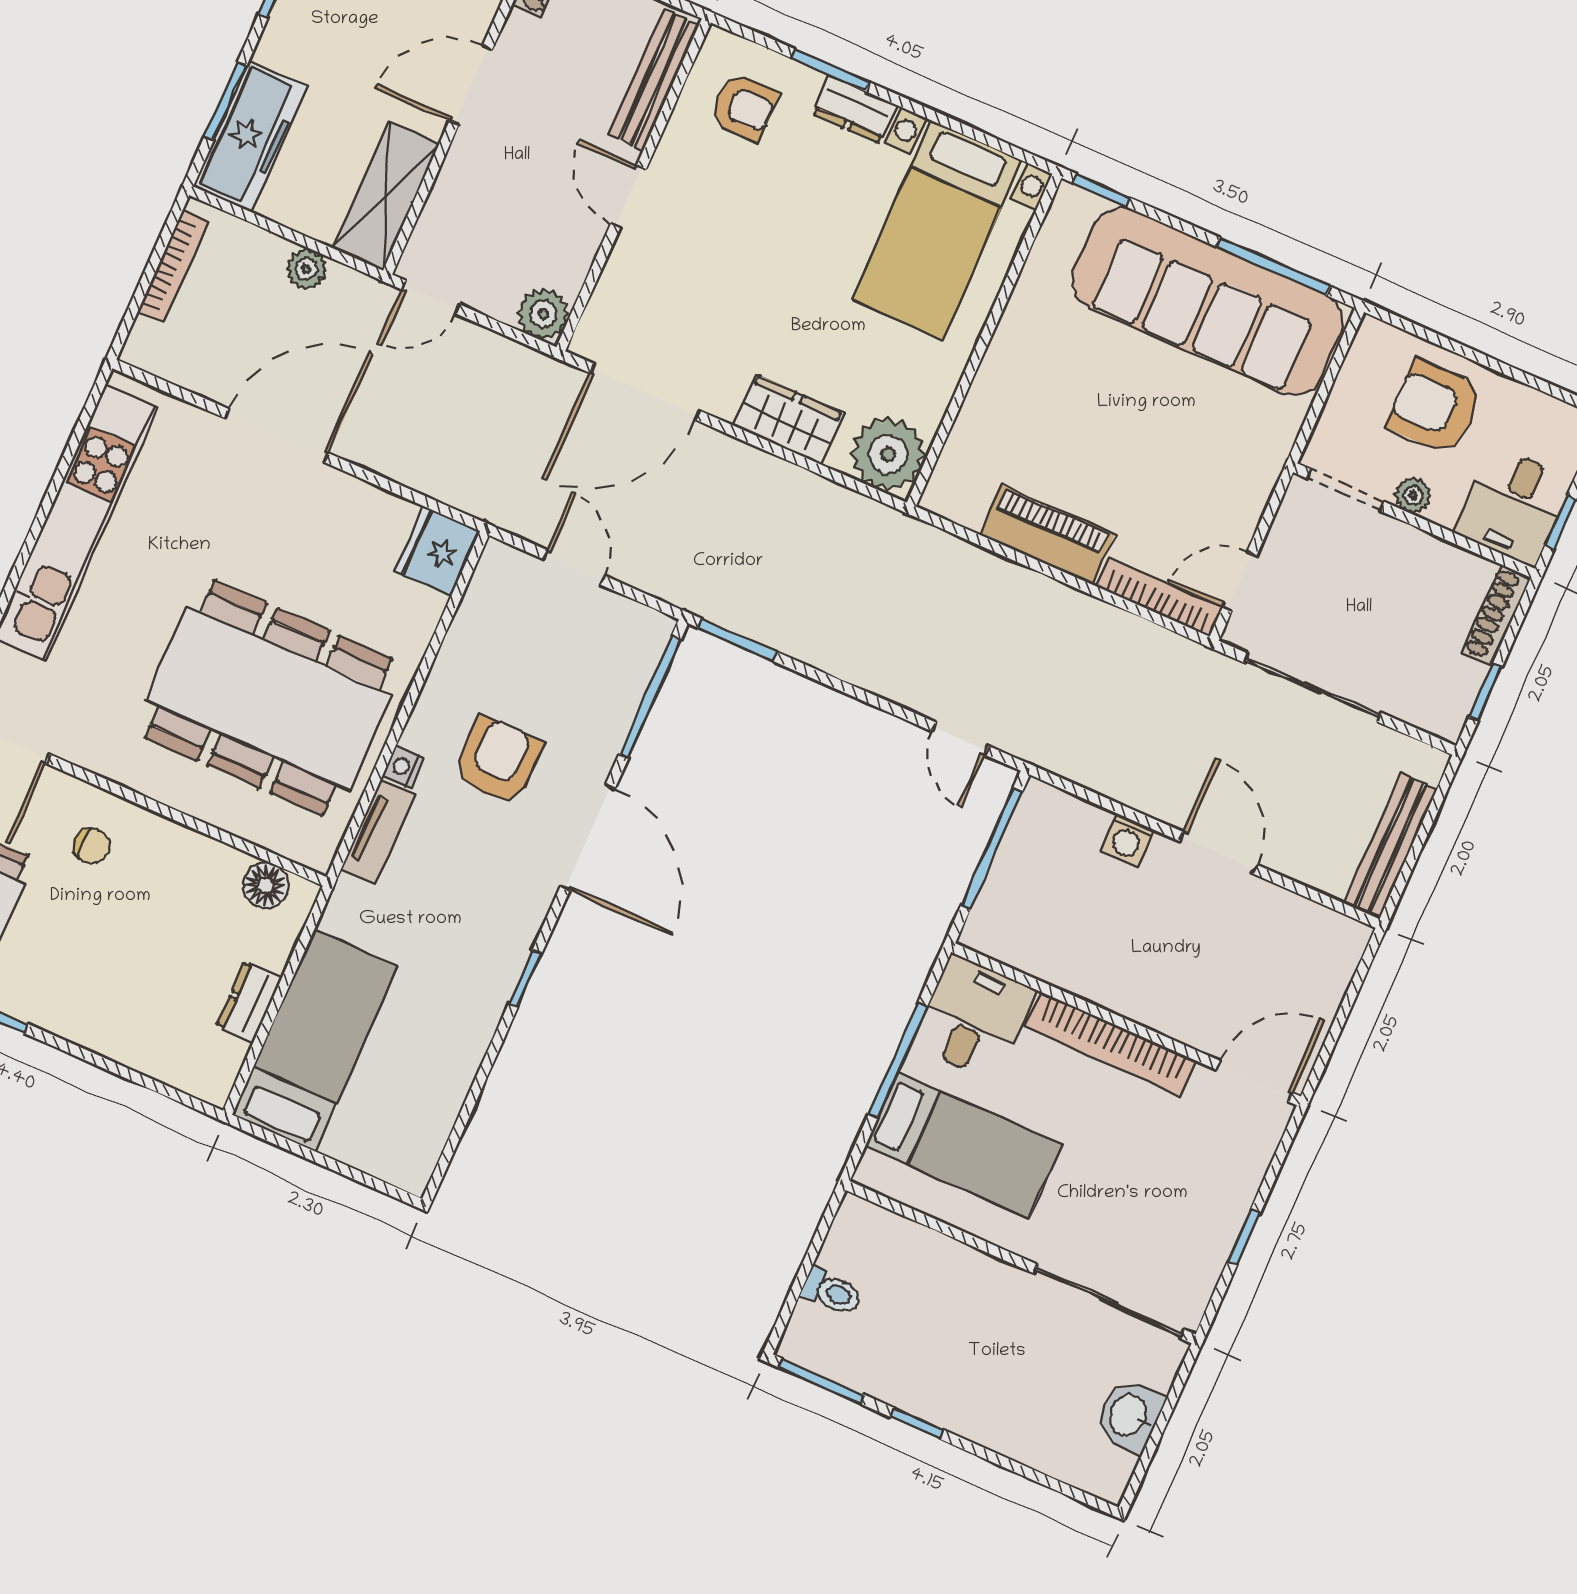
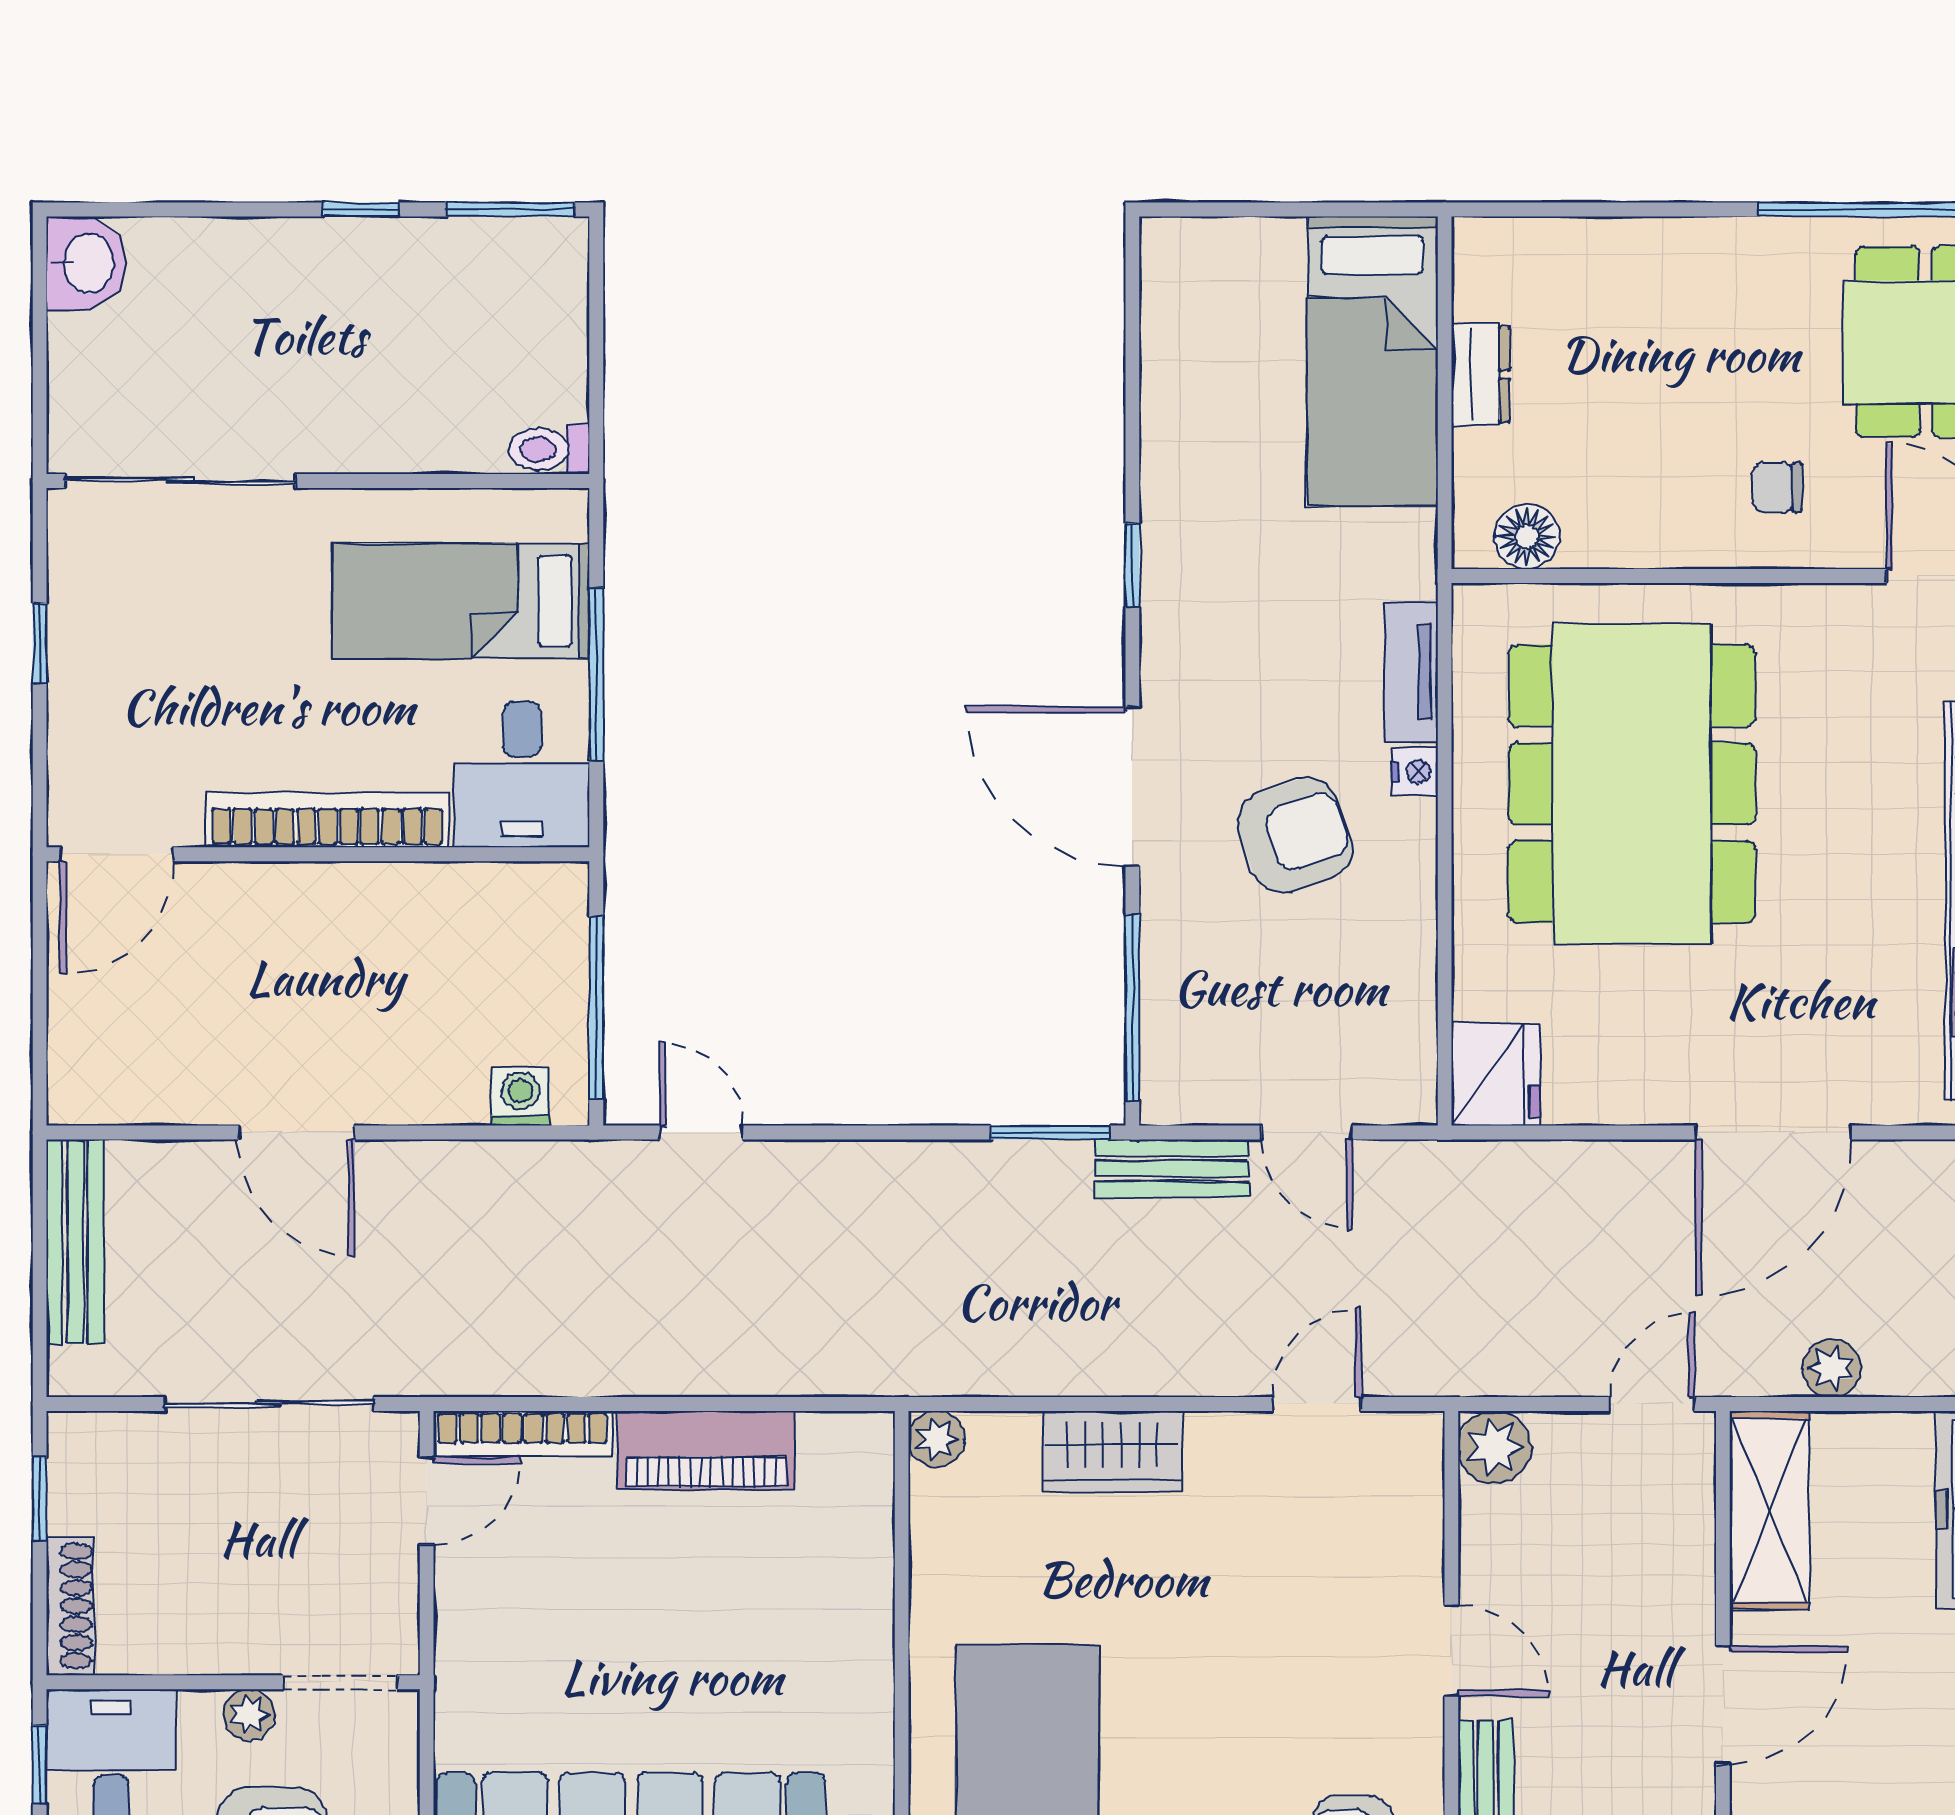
door: (645, 392) -> (1317, 1404), width x0.53
plant: (888, 454) -> (937, 1439), width x0.53, depth x0.53
bench: (670, 583) -> (1172, 1169), added
dining table: (268, 698) -> (1632, 784), turned 90
armchair: (498, 760) -> (1295, 835), turned -109
washing machine: (1127, 840) -> (520, 1097), moved
toilet: (831, 1292) -> (549, 449), moved
washbasin: (1129, 1416) -> (86, 263), moved

